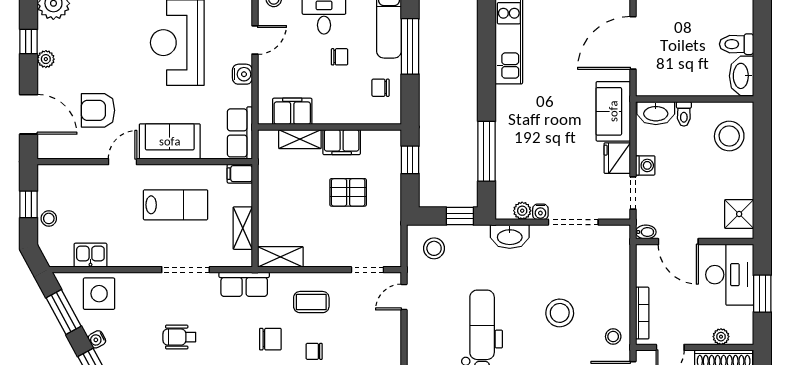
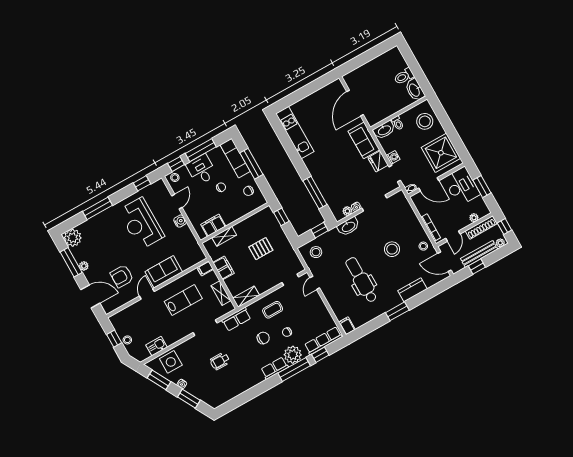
window: (29, 41) -> (71, 262), width x2.17
row of seats: (240, 133) -> (194, 249), removed
filing cabinet: (342, 142) -> (223, 268), moved, turned -90
shower: (739, 214) -> (441, 153), width x1.86, depth x1.86

